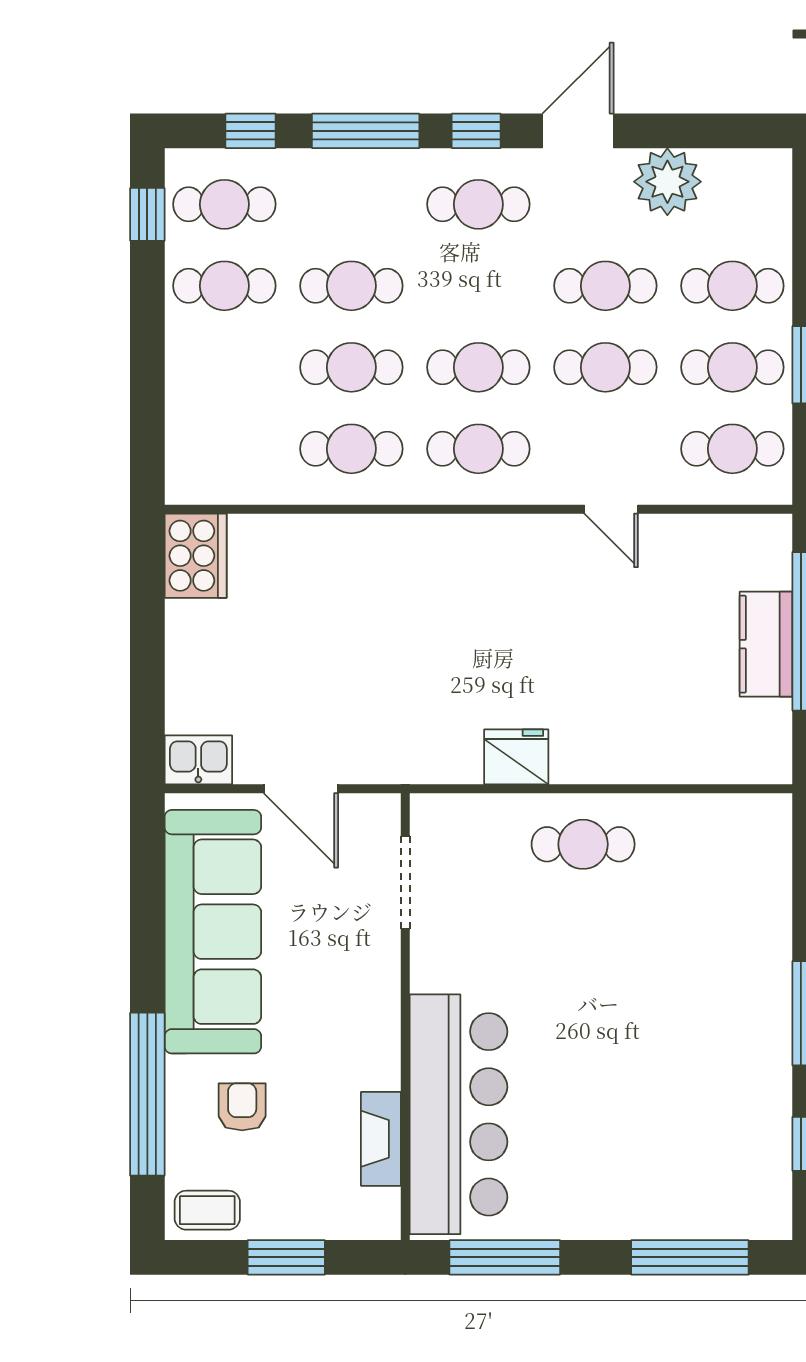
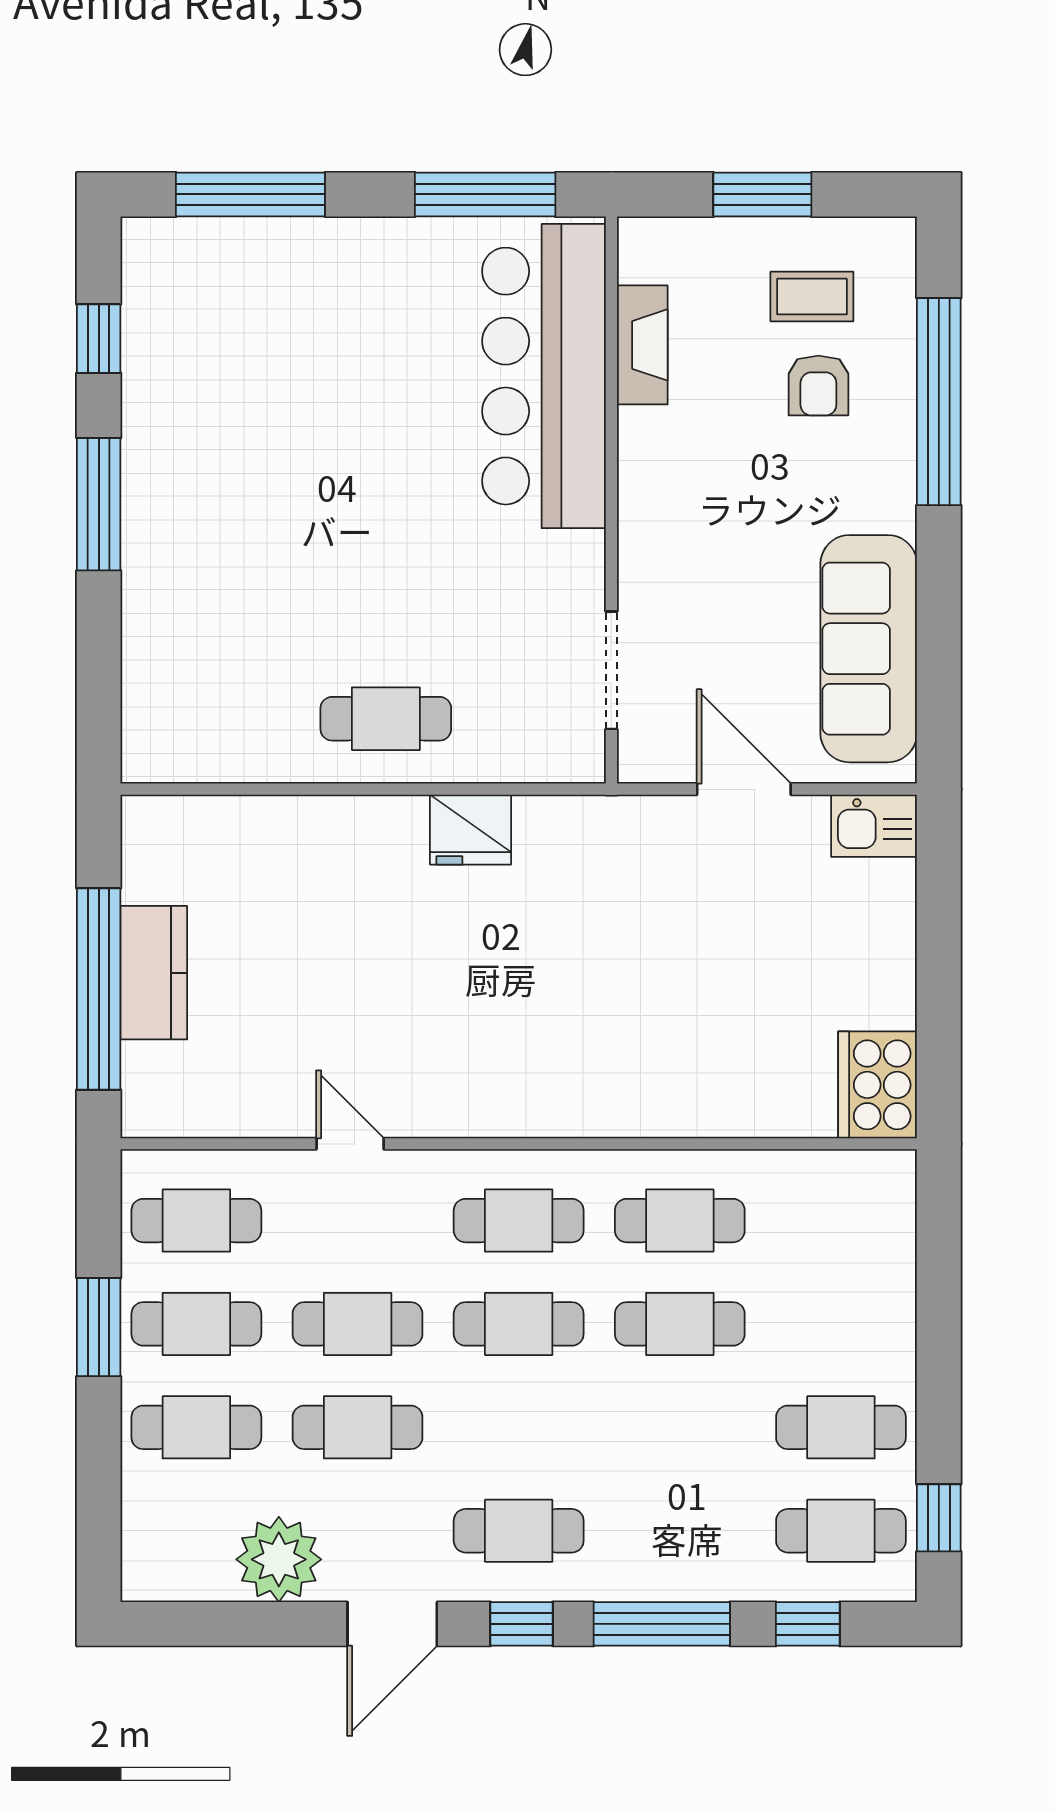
cafe table: (351, 286) -> (680, 1427), removed
sofa: (213, 932) -> (869, 649), width x0.74, depth x0.79
coffee table: (207, 1210) -> (812, 297), moved

